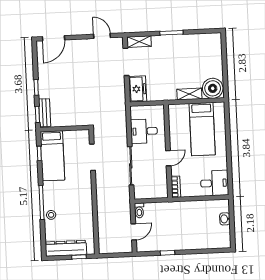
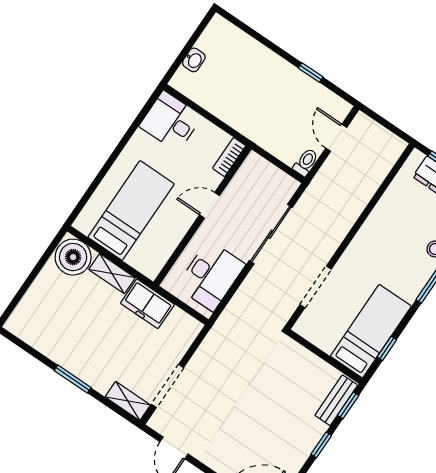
freezer: (138, 89) -> (147, 304), moved, turned -90
desk: (144, 131) -> (211, 276), width x1.37
door: (134, 232) -> (336, 138), hinge flipped

